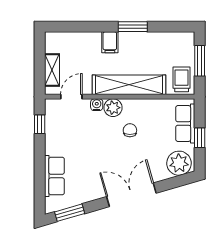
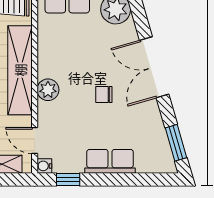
water cooler: (97, 105) -> (44, 166), moved
chair: (130, 130) -> (104, 94), moved
row of seats: (54, 176) -> (110, 161), moved

